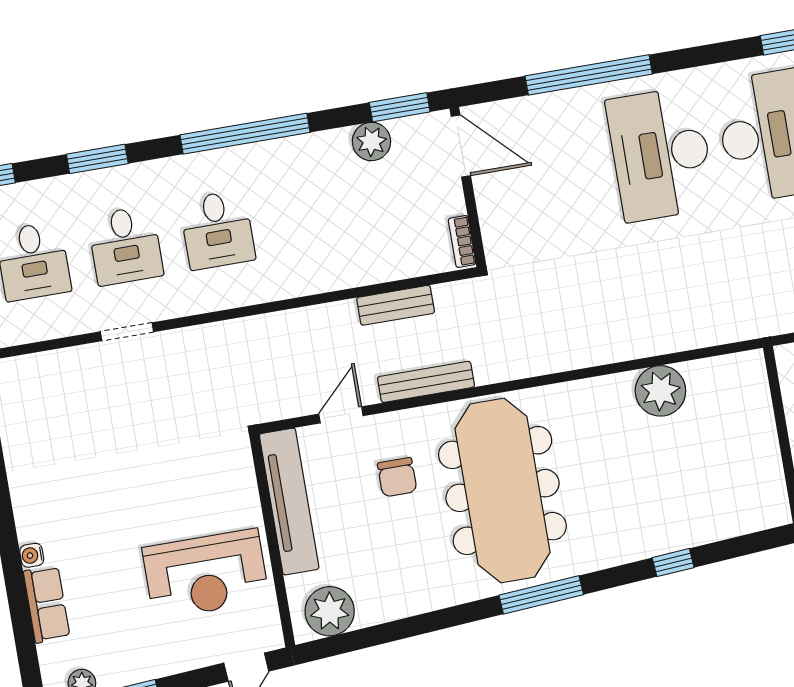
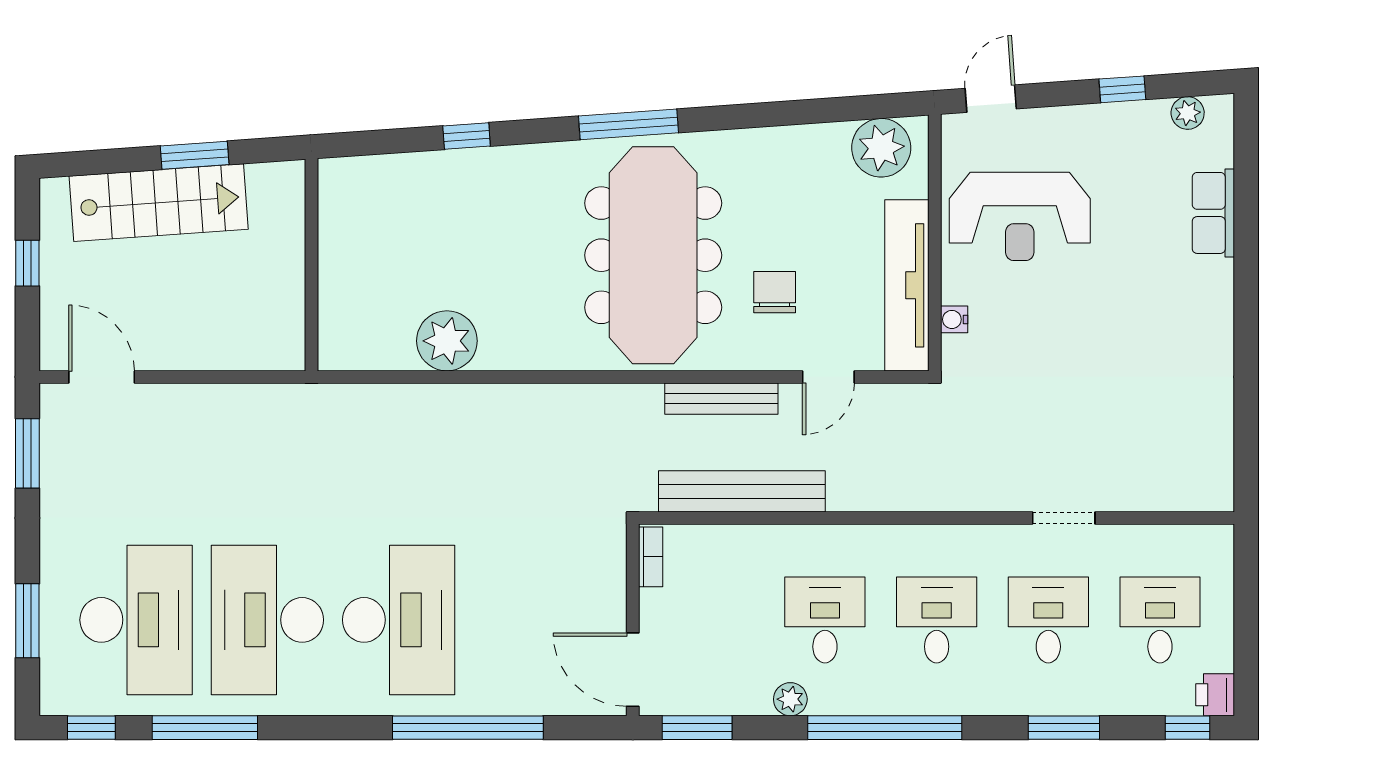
plant: (371, 142) -> (790, 699), moved, width x0.73, depth x0.73
desk: (309, 214) -> (825, 620), added
bench: (396, 305) -> (742, 491), width x1.86, depth x1.21
water cooler: (32, 555) -> (954, 319), moved, turned 180
reception desk: (206, 574) -> (1020, 216), turned 180

